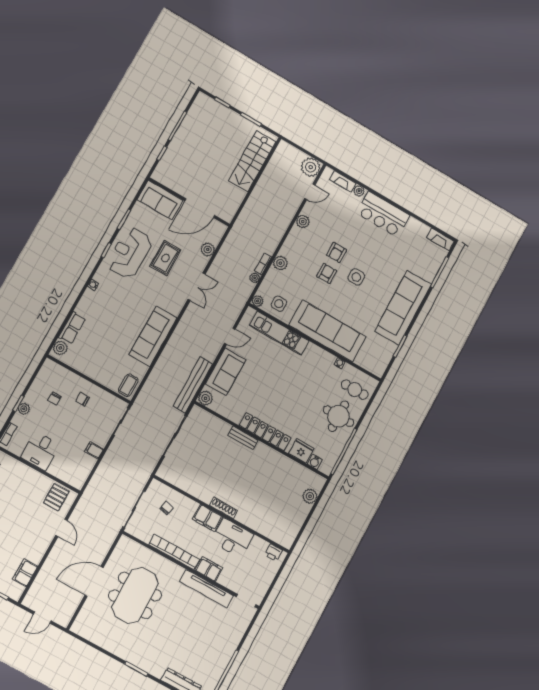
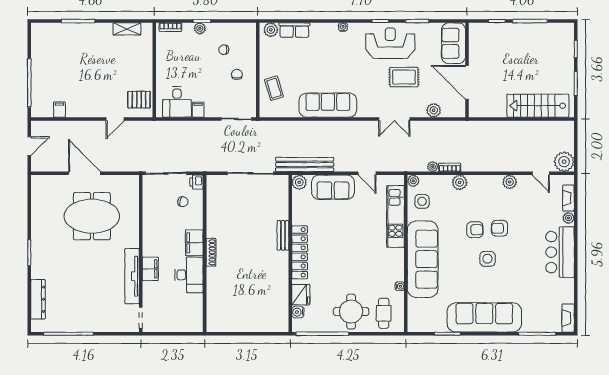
coffee table: (128, 385) -> (274, 88), moved, turned 73
desk: (40, 451) -> (177, 102), moved, turned -90
plant: (310, 496) -> (265, 325), removed
bookcase: (174, 552) -> (148, 230), removed
printer: (273, 552) -> (197, 182), moved
filing cabinet: (25, 573) -> (59, 110), width x0.50
door: (42, 618) -> (29, 146), swing flipped

